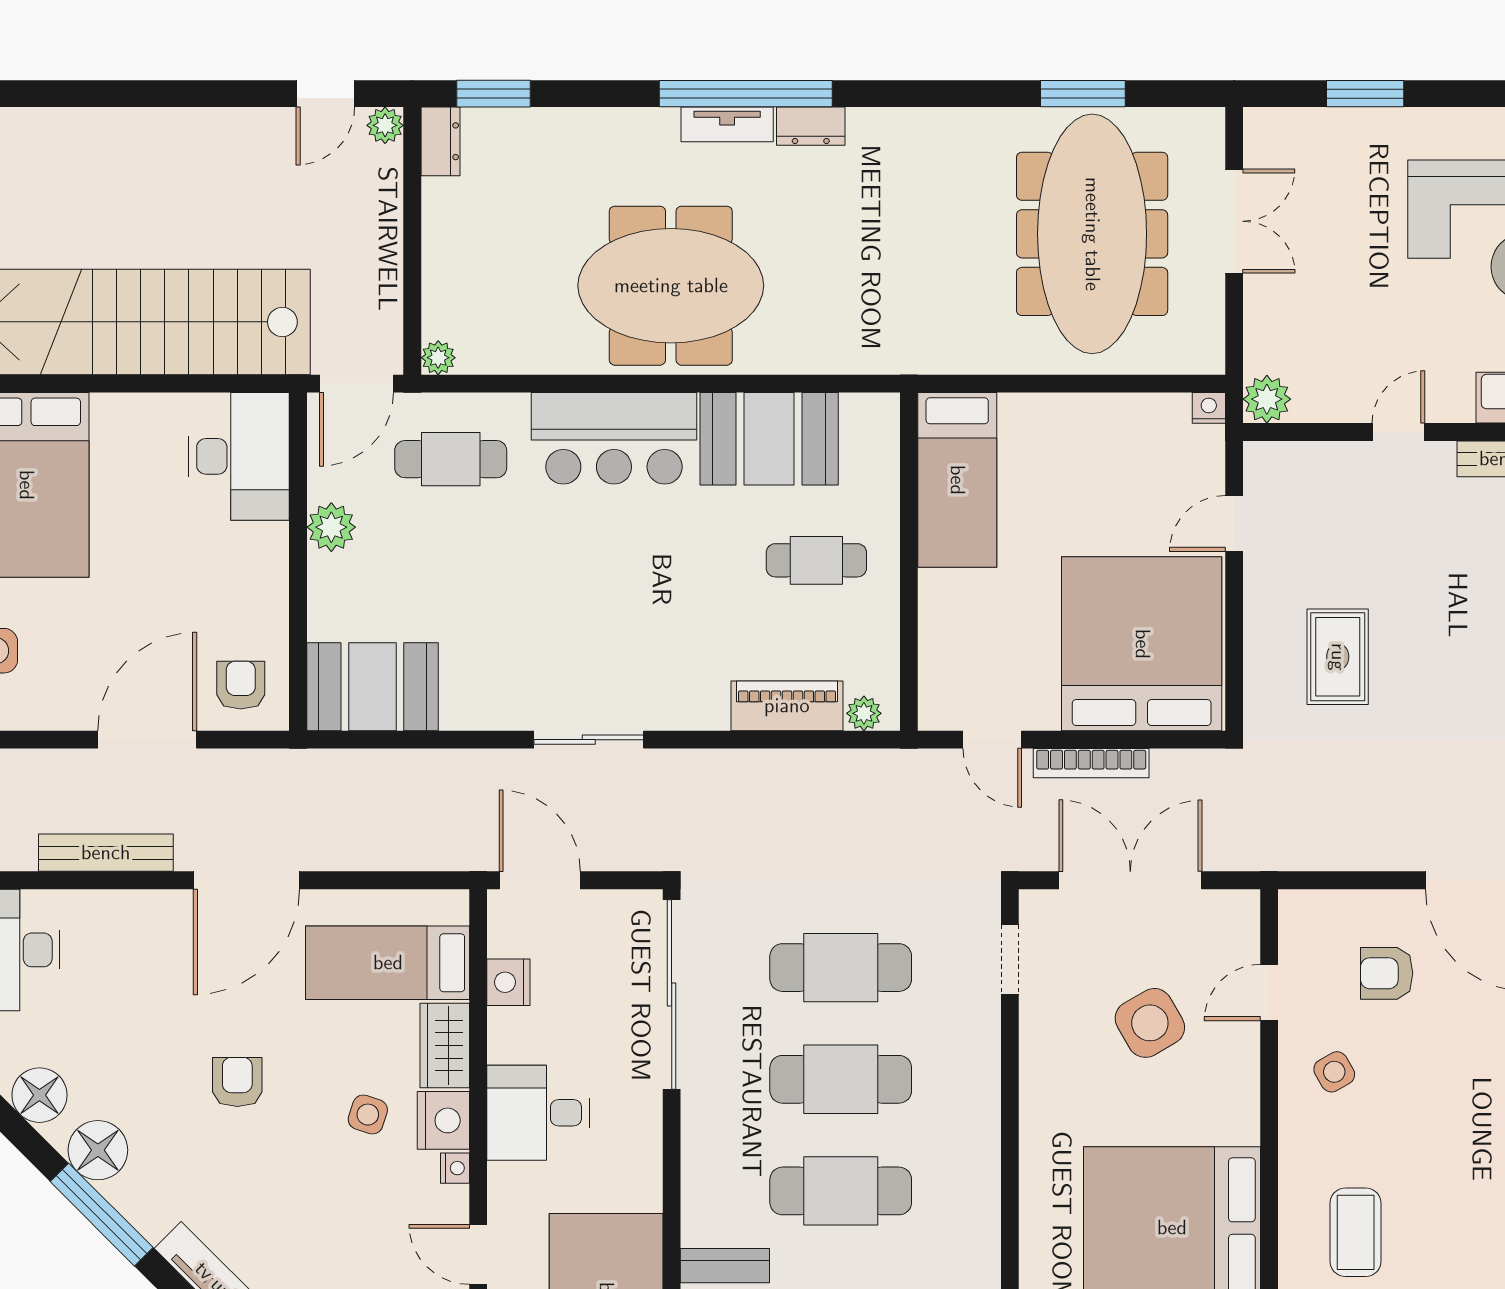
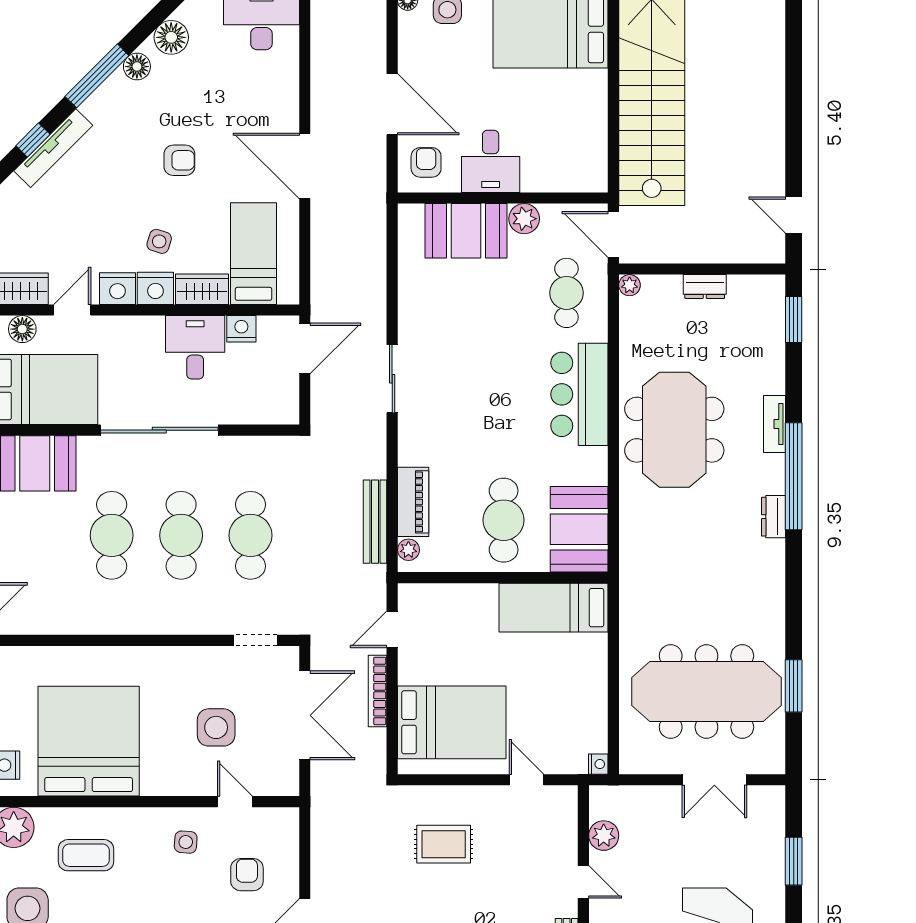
tv unit: (727, 124) -> (775, 424), moved
plant: (385, 125) -> (774, 252), removed
dresser: (440, 141) -> (705, 287), moved
plant: (1267, 399) -> (604, 836), moved
booth: (769, 439) -> (579, 529), moved
desk: (239, 456) -> (491, 161), moved, width x0.73
cafe table: (816, 560) -> (504, 520), width x1.37, depth x1.35
bed: (1142, 644) -> (452, 722), width x0.73
armchair: (241, 685) -> (426, 162), turned -90
booth: (372, 687) -> (466, 231), moved, turned 90
bench: (106, 853) -> (375, 522), moved
sliding door: (672, 995) -> (159, 430), moved
side table: (1150, 1023) -> (216, 727), turned 30
side table: (1334, 1072) -> (186, 842), turned 34
desk: (538, 1113) -> (195, 347), moved
floor lamp: (98, 1150) -> (137, 67), width x0.73, depth x0.73
nightstand: (455, 1168) -> (117, 289), width x1.89, depth x1.79

